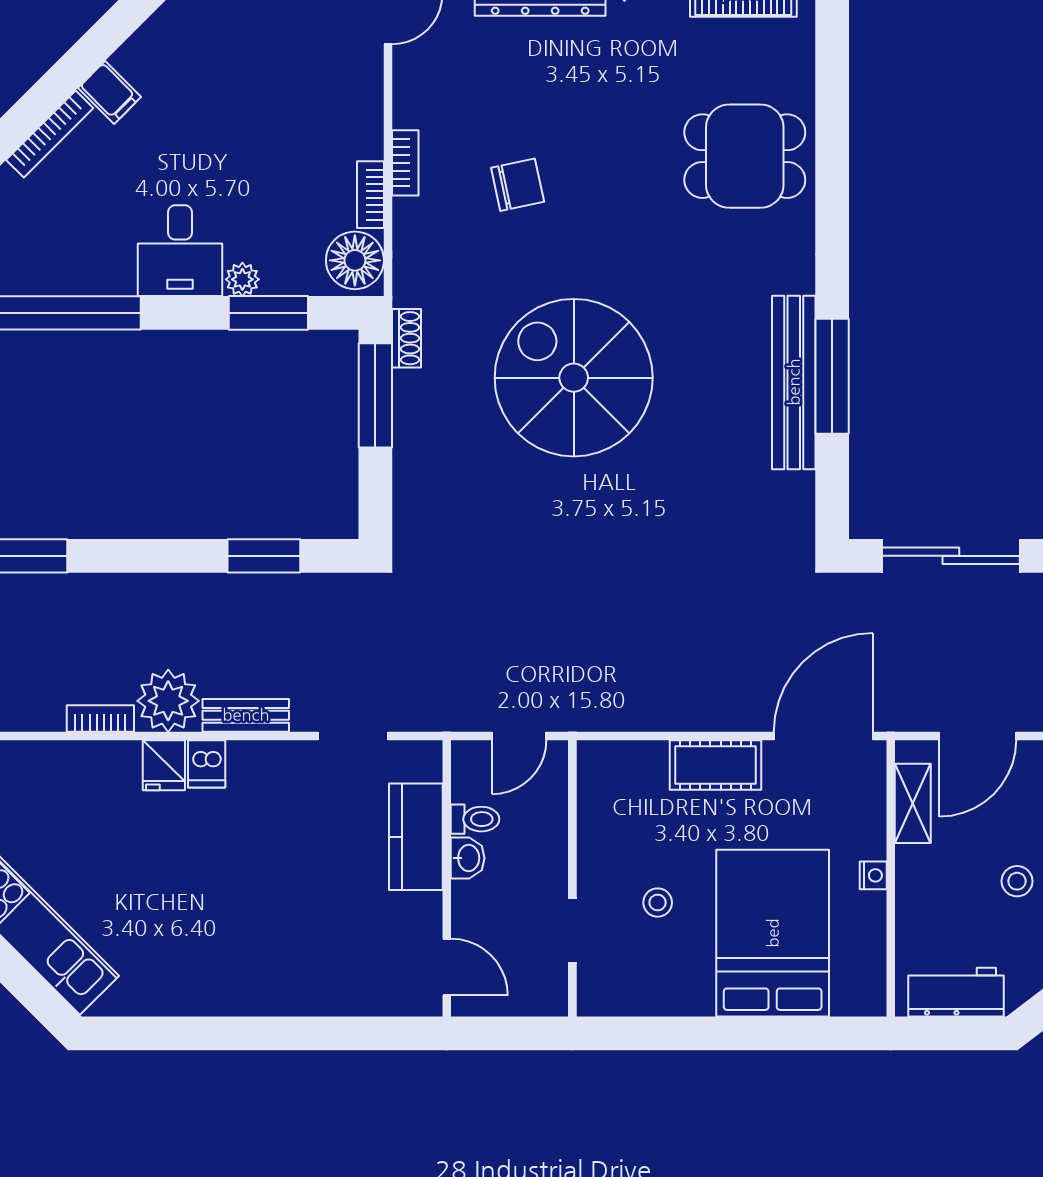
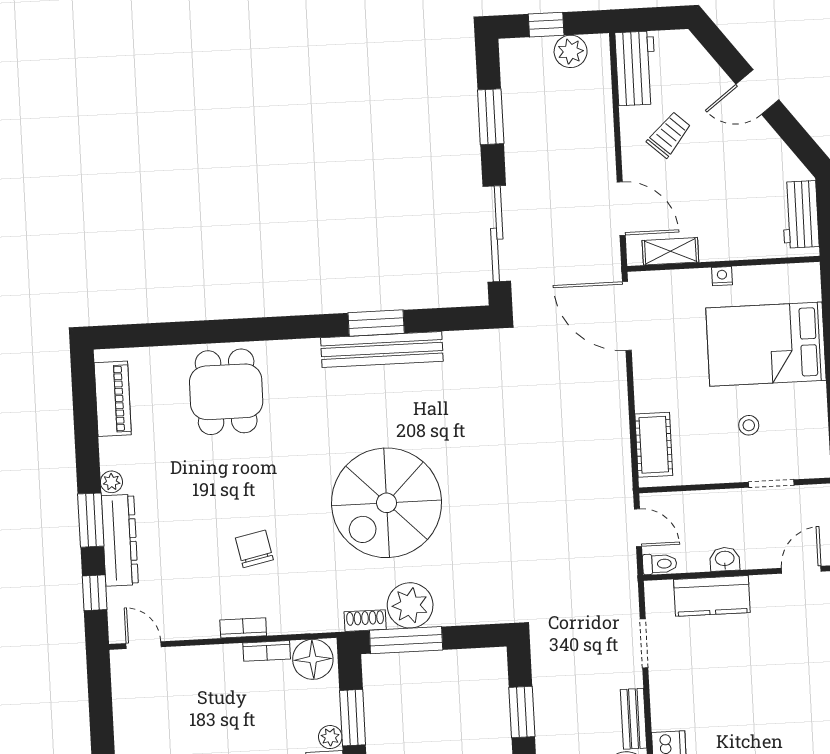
window: (832, 376) -> (376, 323), width x0.69
plant: (425, 404) -> (410, 605), added
cot: (716, 765) -> (654, 445), moved
toilet: (475, 819) -> (660, 564), moved, turned 90
stool: (1017, 881) -> (721, 176), removed

